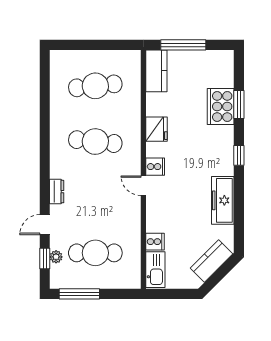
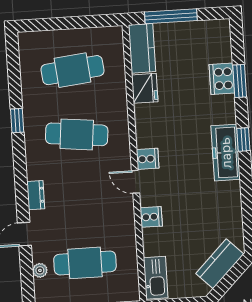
cooker: (221, 106) -> (222, 79), width x0.73, depth x0.76
fridge: (157, 129) -> (145, 88), moved
freezer: (223, 200) -> (226, 153), moved
cooker: (155, 242) -> (151, 217), moved
window: (45, 259) -> (17, 121), moved

